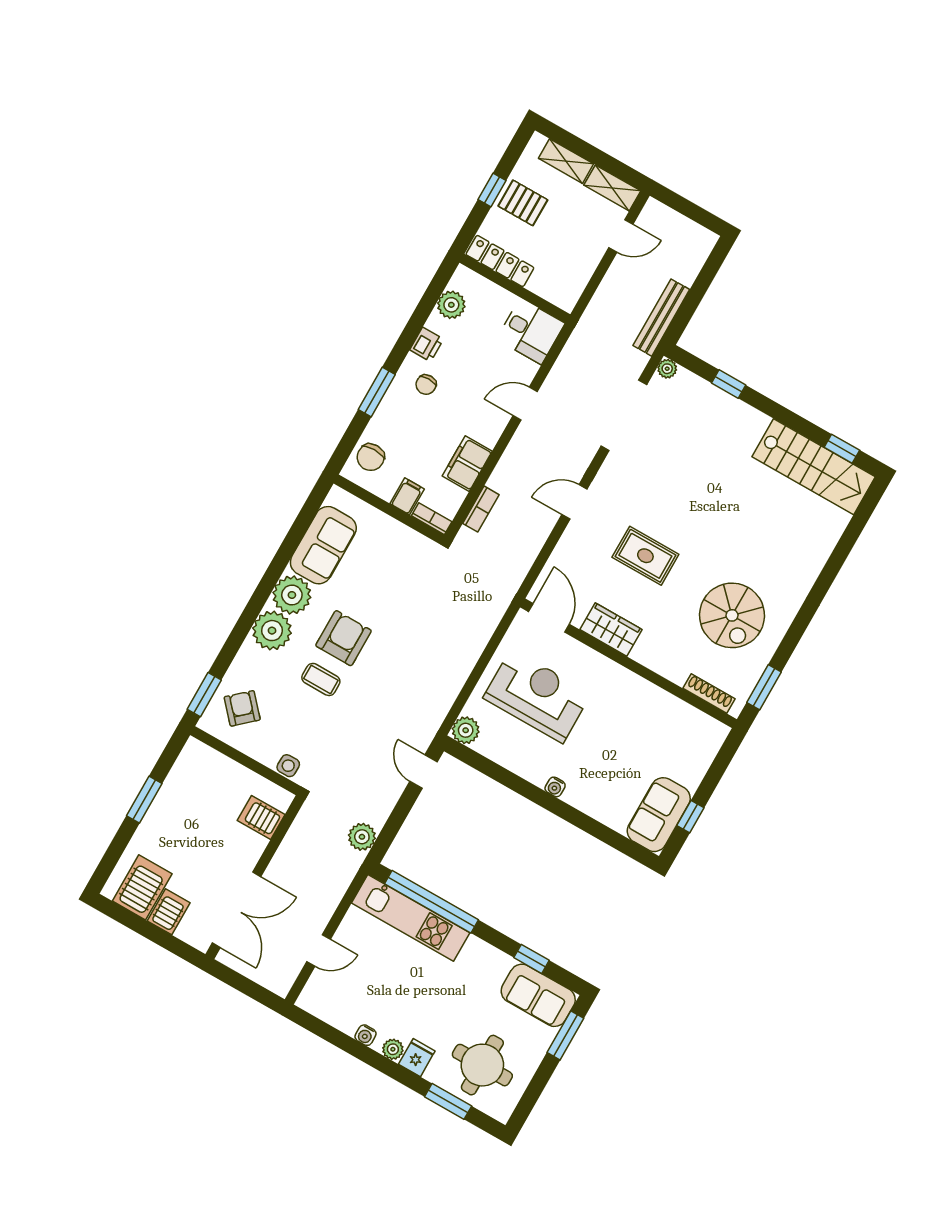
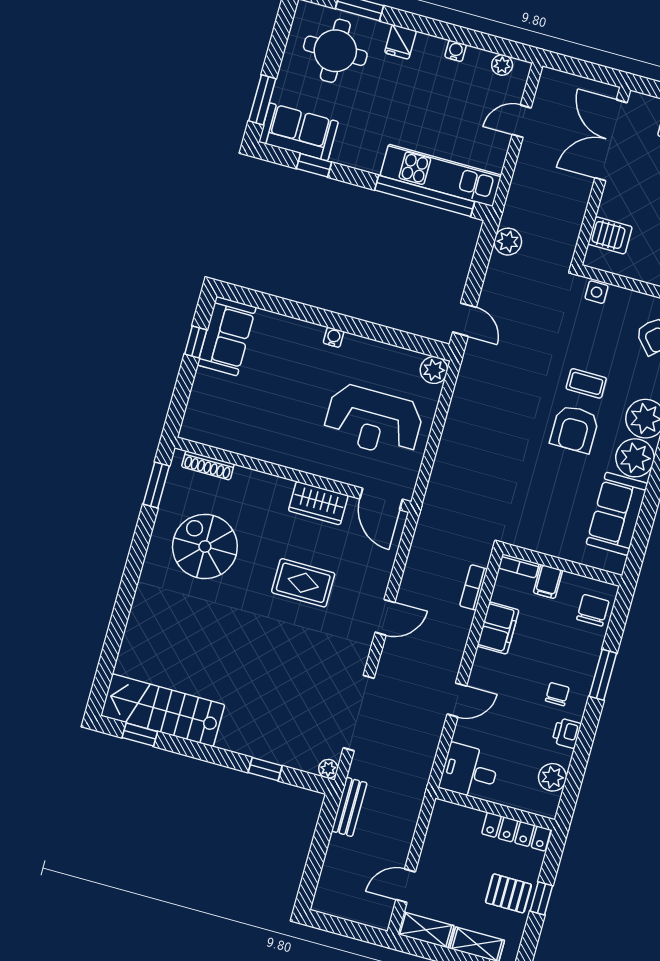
bench: (661, 318) -> (349, 807), width x0.73
plant: (393, 1049) -> (502, 65), moved

